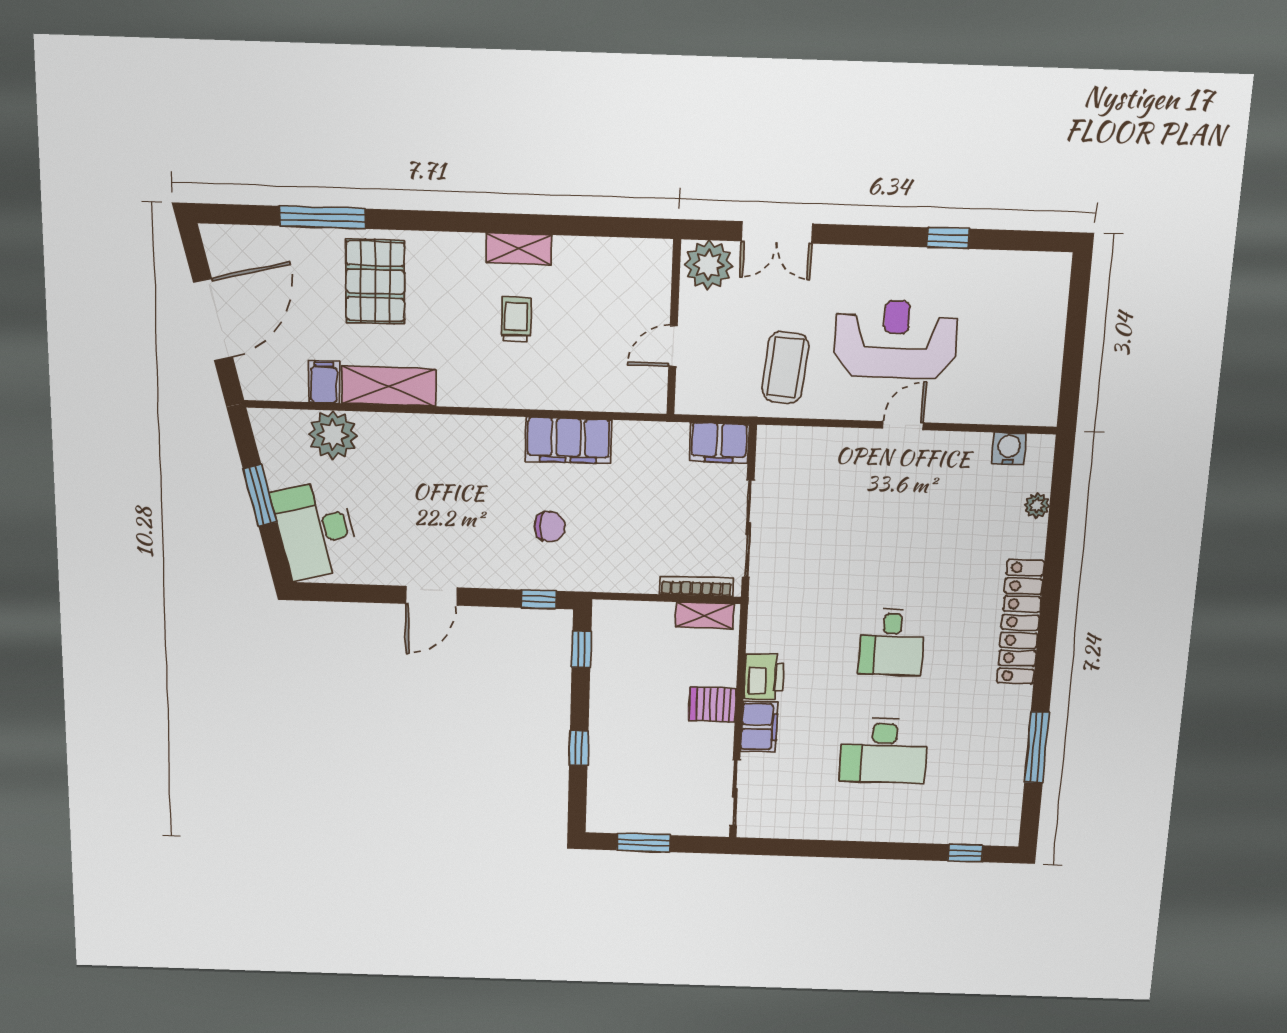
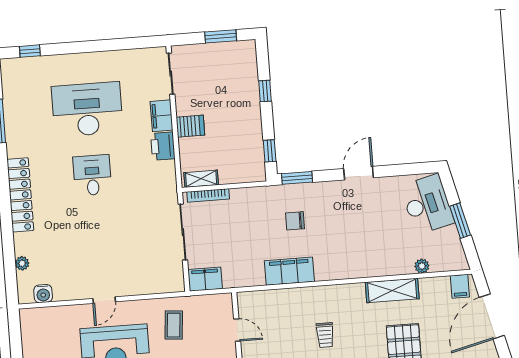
door: (673, 346) -> (237, 330), hinge flipped
coffee table: (785, 367) -> (174, 325), width x0.73, depth x0.77
filing cabinet: (324, 382) -> (460, 286), moved
plant: (333, 435) -> (422, 266), width x0.53, depth x0.53
window: (539, 599) -> (297, 178), width x1.50
desk: (884, 751) -> (87, 109), width x1.36, depth x1.30

